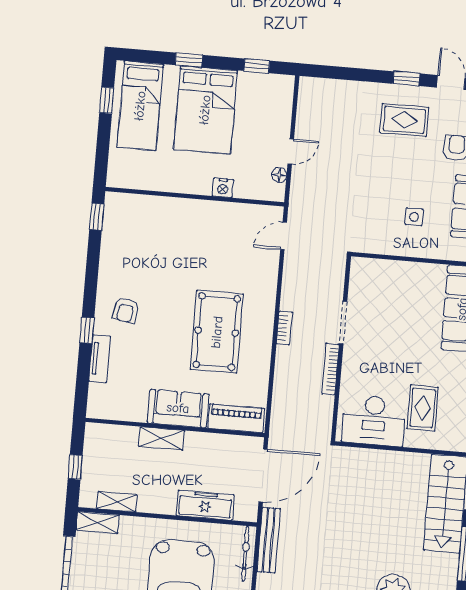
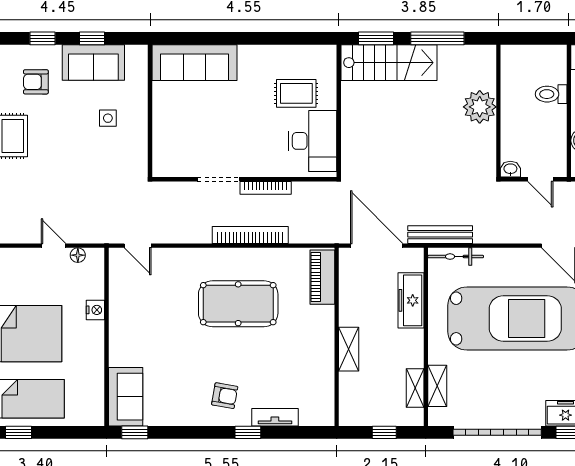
bookcase: (284, 328) -> (250, 235), width x2.31, depth x1.31
sofa: (178, 408) -> (126, 397), moved, turned 180
shelving: (98, 522) -> (437, 386), moved

